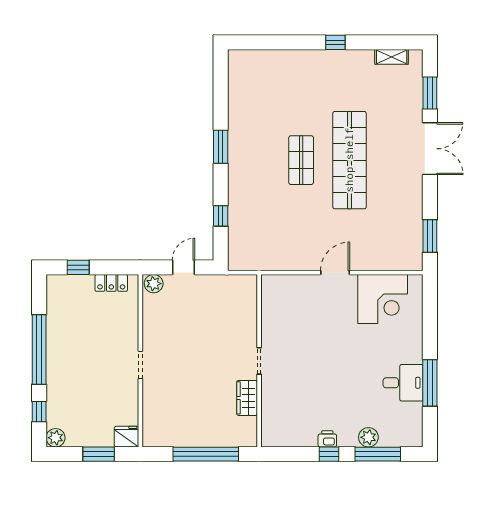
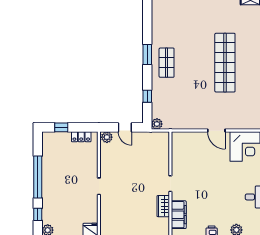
shop shelf: (301, 160) -> (167, 63), moved
plant: (237, 262) -> (157, 124), added
door: (183, 267) -> (125, 127), swing flipped
door: (335, 273) -> (216, 131), swing flipped
filing cabinet: (273, 412) -> (179, 215), added

